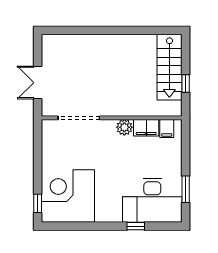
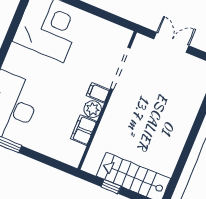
filing cabinet: (167, 129) -> (98, 93), moved

